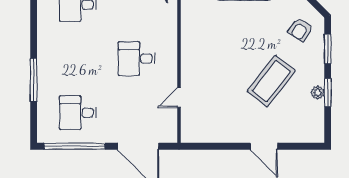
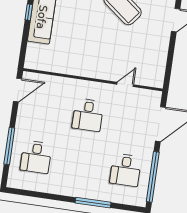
door: (179, 98) -> (125, 84), swing flipped

